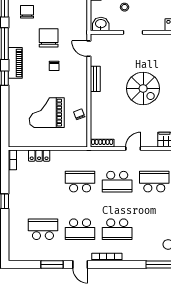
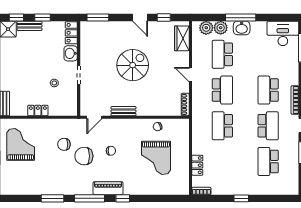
chair: (27, 12) -> (64, 144), moved
washbasin: (101, 24) -> (71, 53), moved
school desk: (117, 229) -> (268, 90), turned 180

